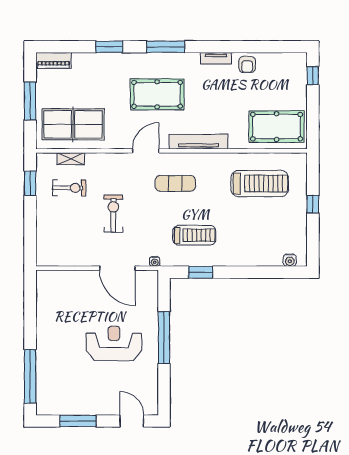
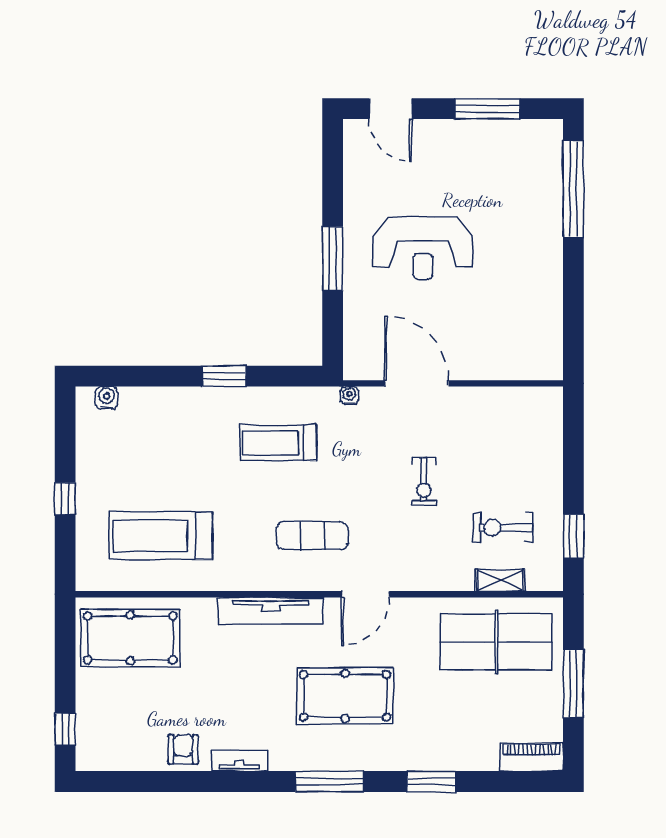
exercise bike: (113, 214) -> (424, 482), width x0.73, depth x0.72
window: (201, 272) -> (224, 376), moved
window: (164, 338) -> (333, 259), width x0.68

